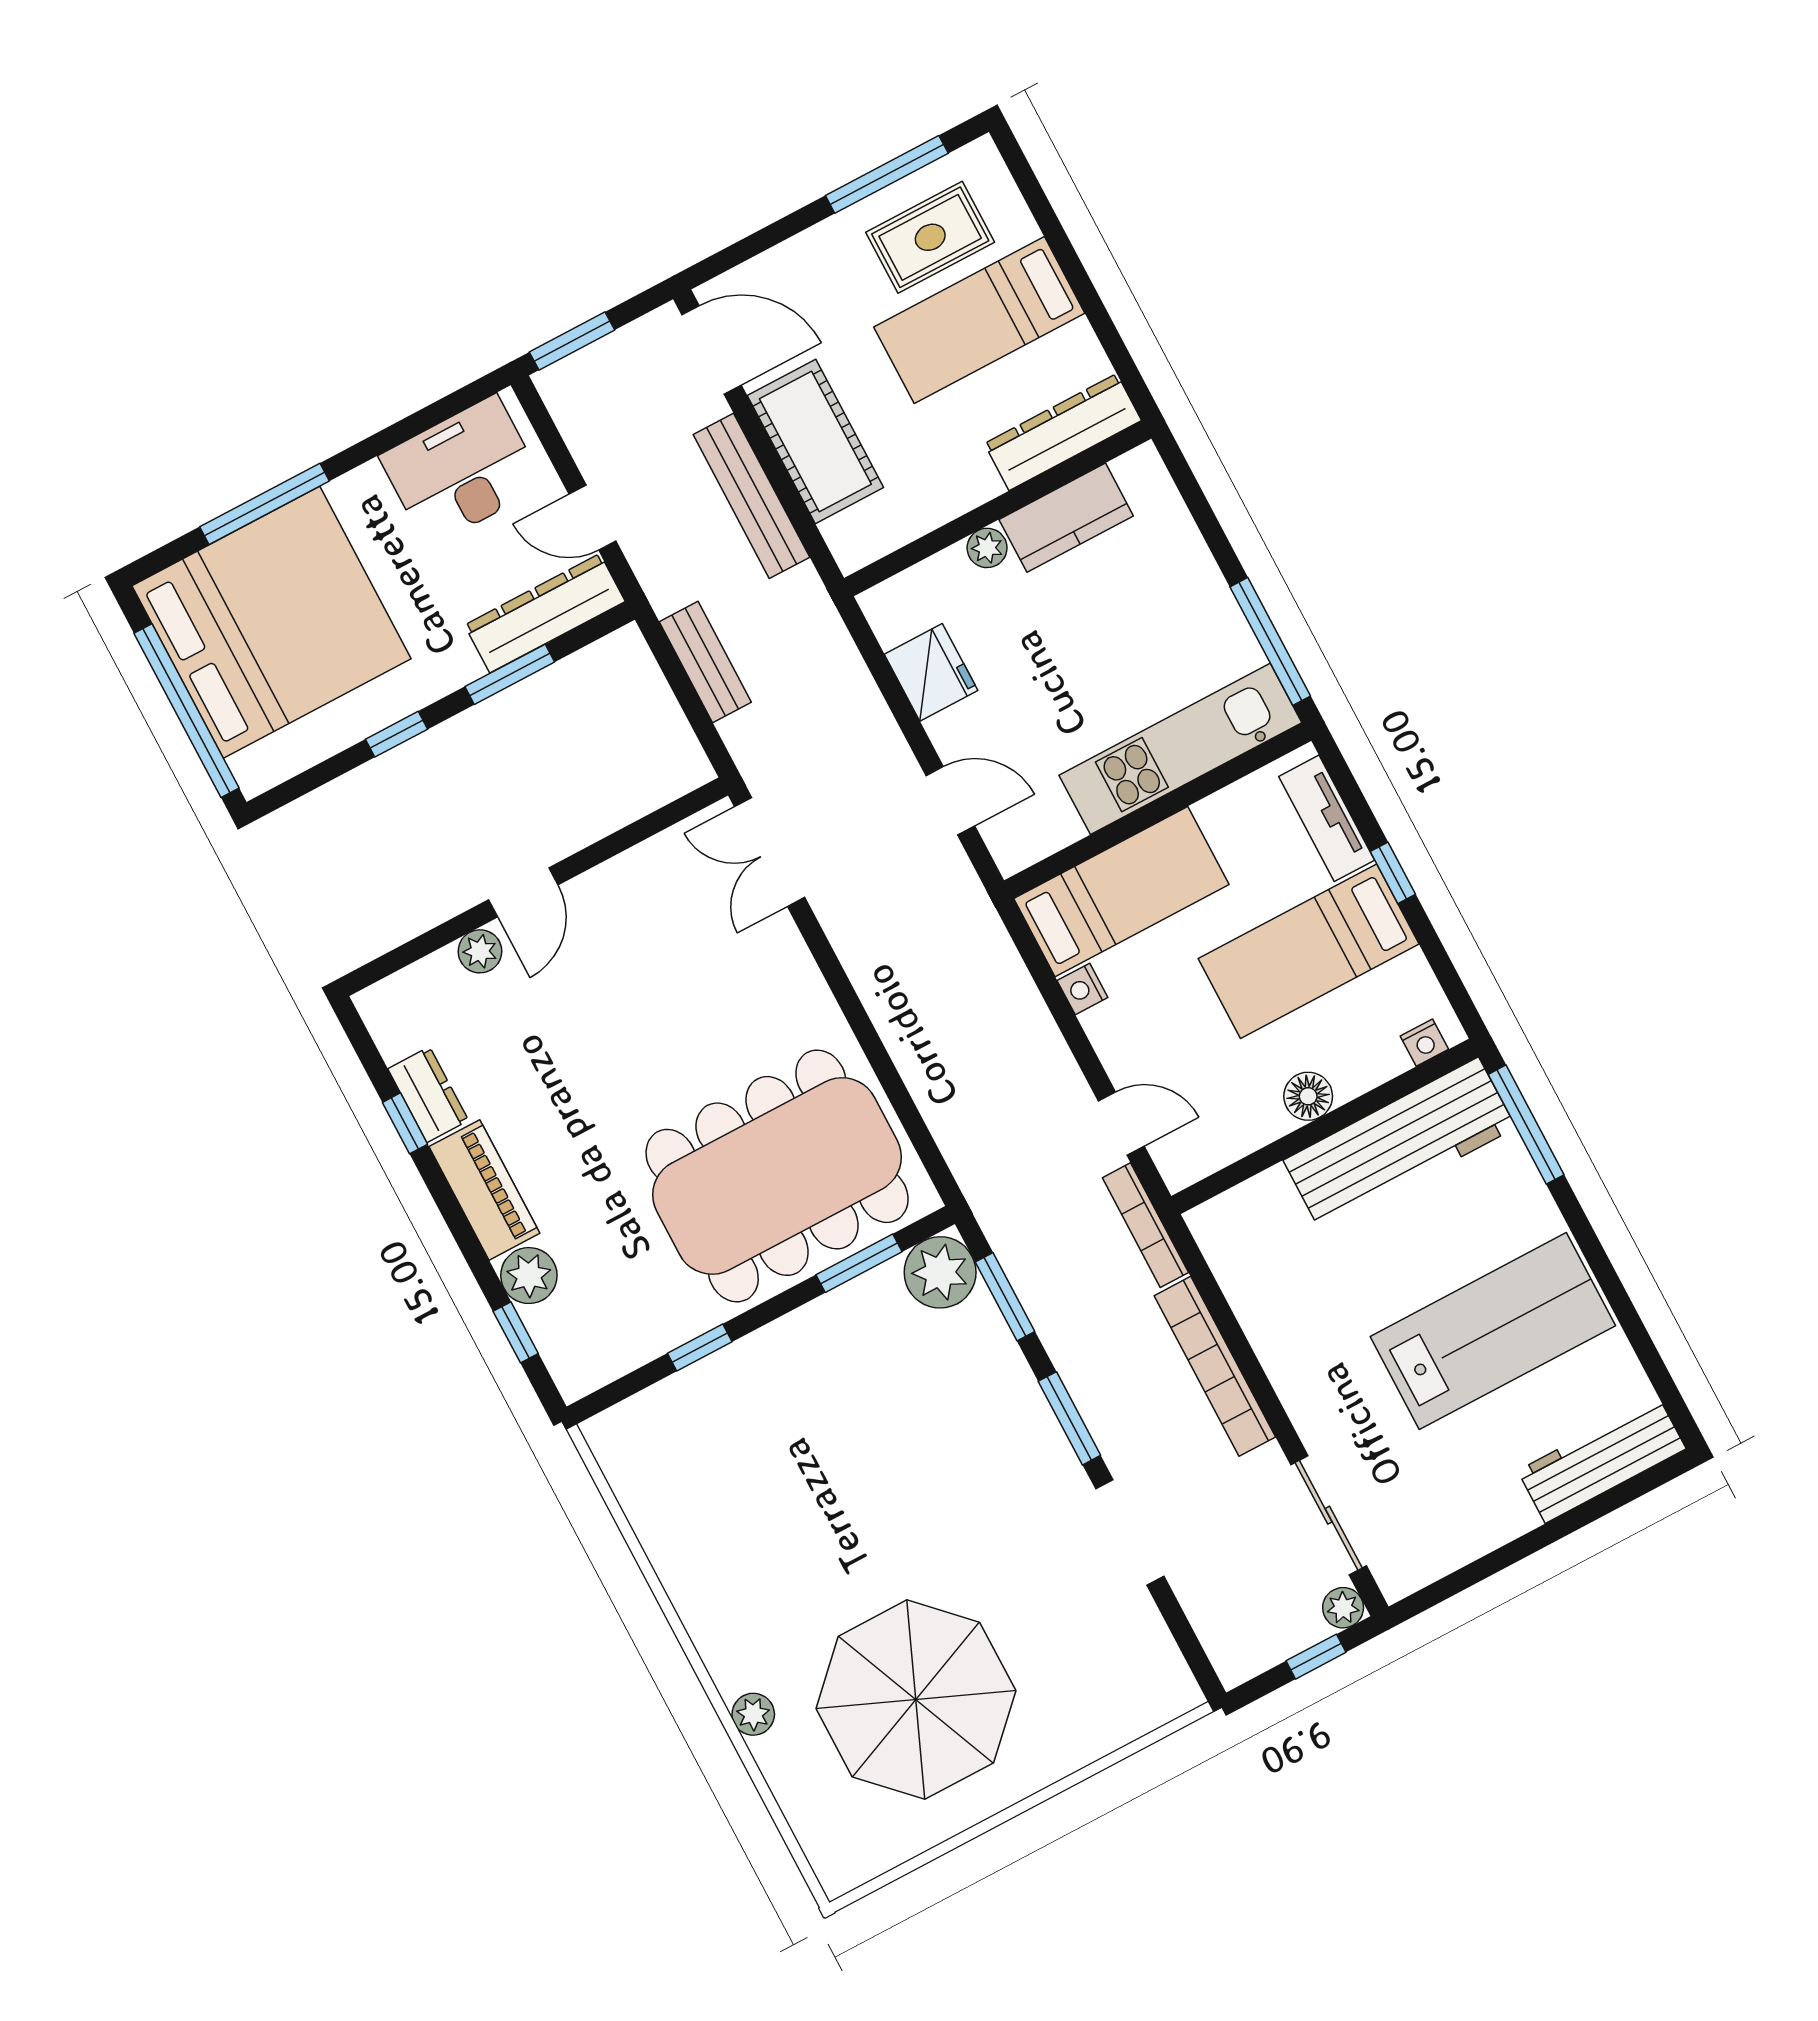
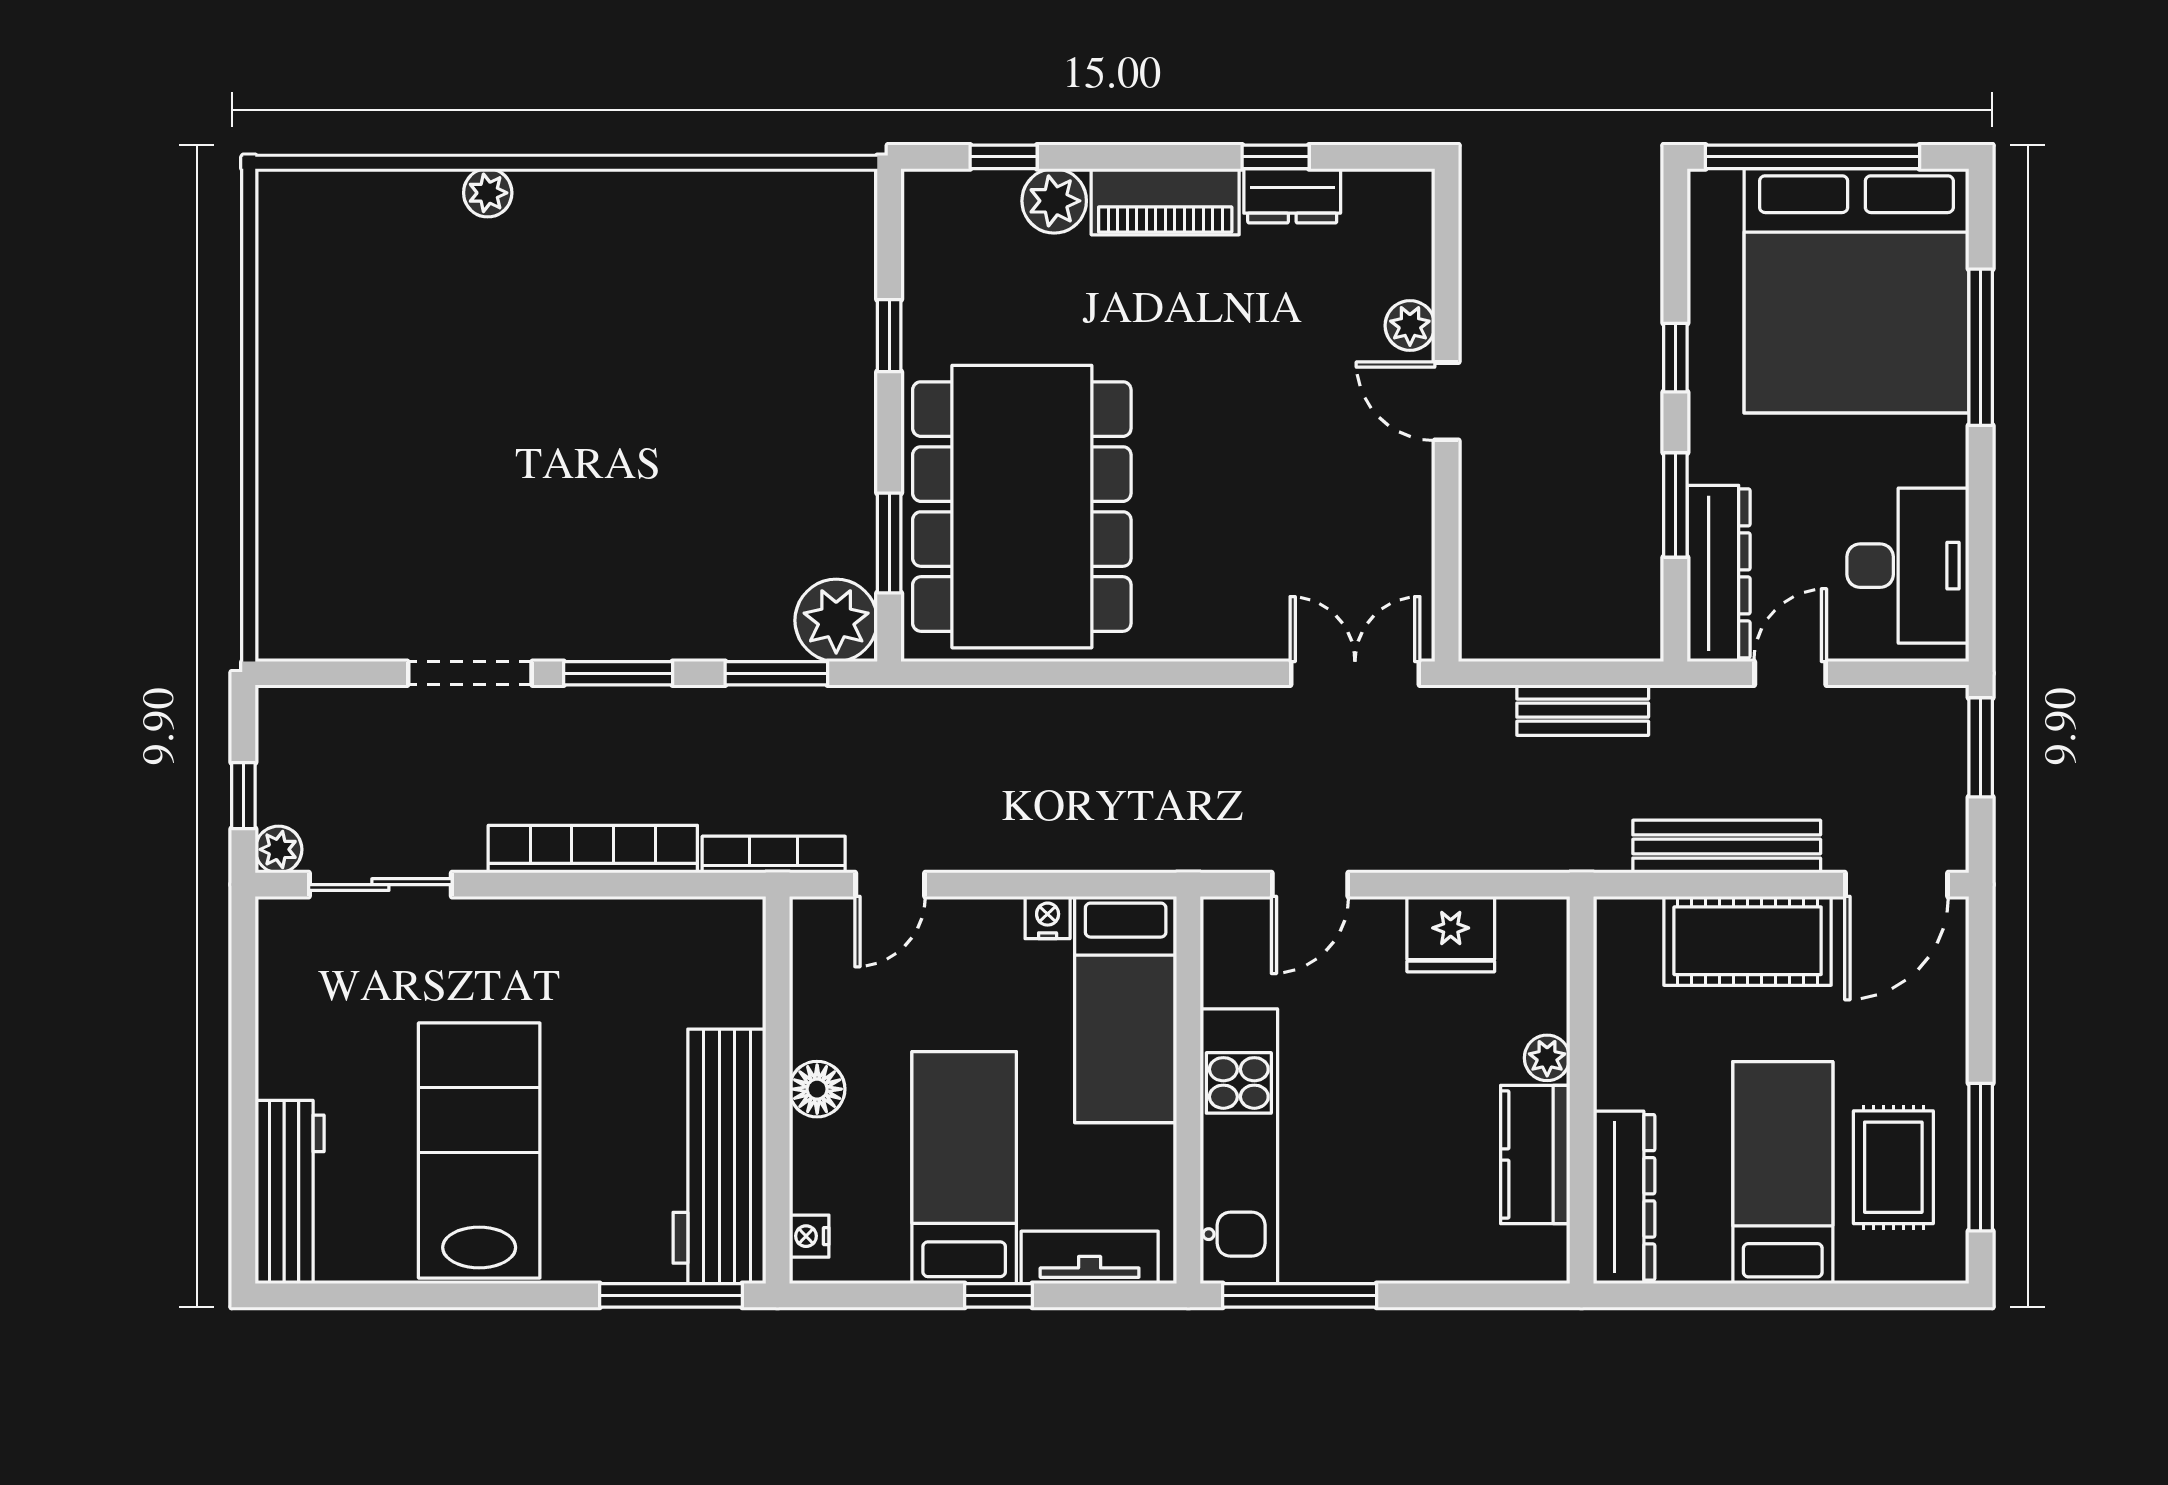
lab bench: (1493, 1331) -> (479, 1150), turned 180
parasol: (916, 1700) -> (415, 366), removed

